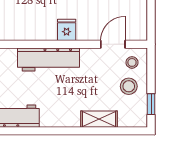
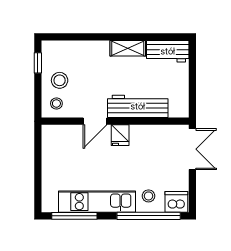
door: (113, 44) -> (95, 121), moved
shelving: (99, 119) -> (128, 48), moved

